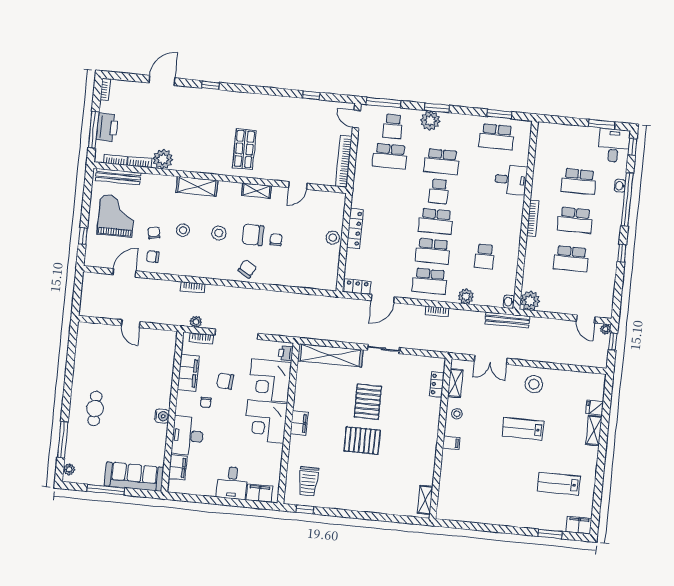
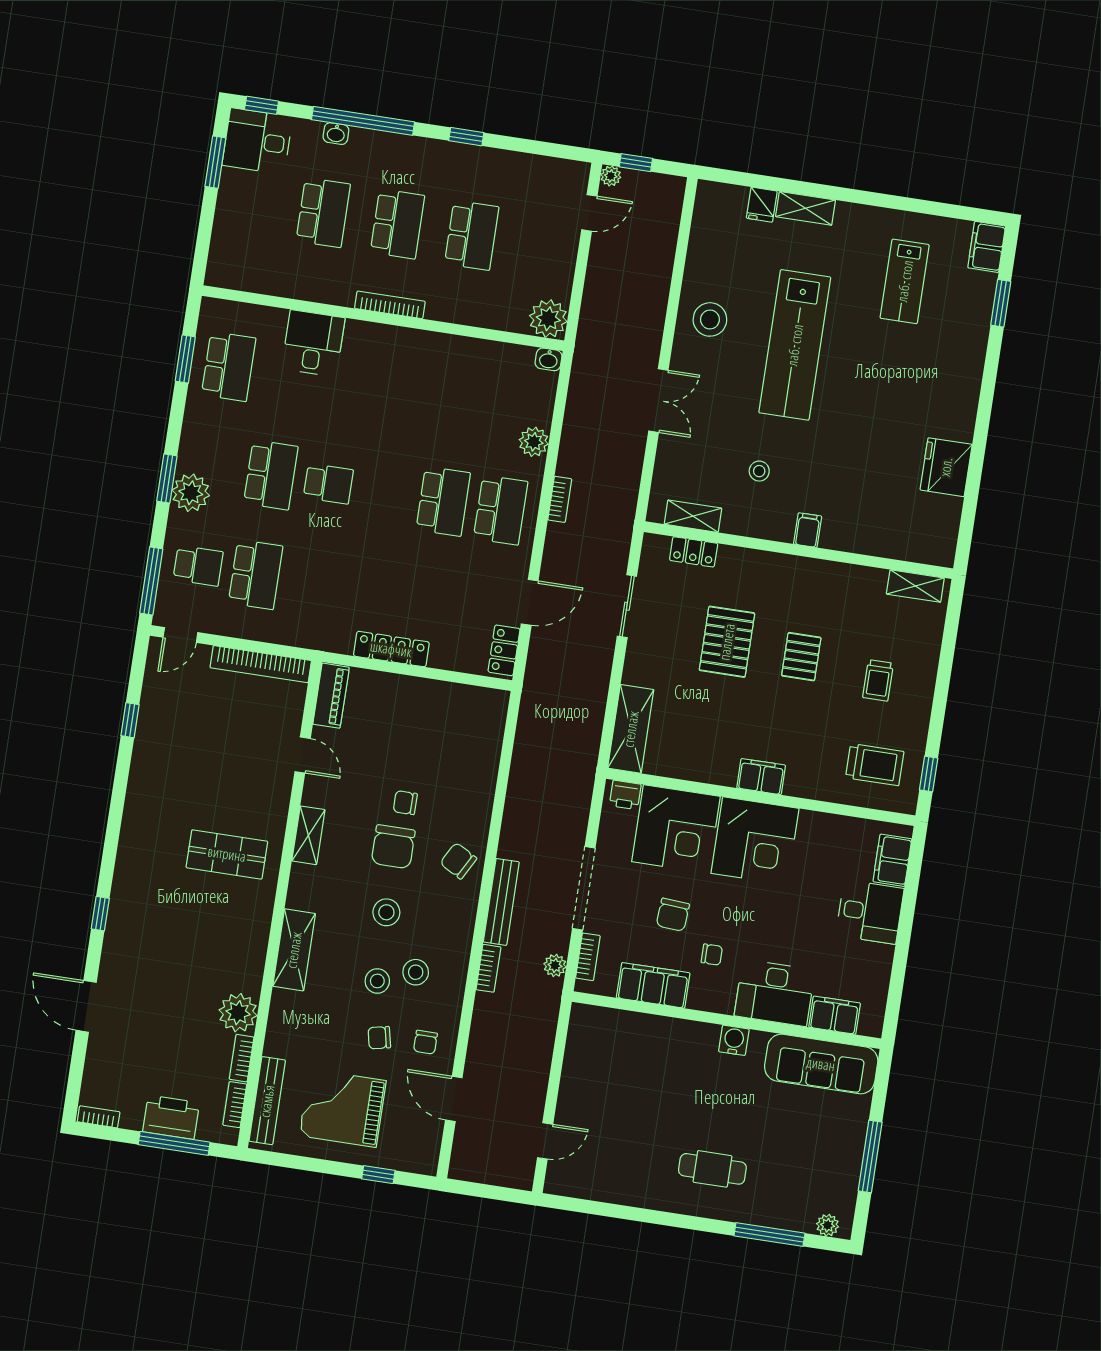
piano: (329, 199) -> (331, 696), added
school desk: (436, 221) -> (386, 492), removed
stool: (333, 238) -> (416, 972), moved
school desk: (485, 256) -> (458, 402), removed
door: (383, 299) -> (530, 602), hinge flipped
bench: (507, 320) -> (501, 902), moved
door: (131, 324) -> (545, 1141), moved
shelving: (330, 355) -> (631, 729), width x0.68
shelving: (455, 383) -> (693, 516), moved
locker: (437, 384) -> (694, 552), moved
pallet: (368, 402) -> (727, 642), turned 90
lab bench: (523, 429) -> (795, 345), width x1.86, depth x1.39
wall: (441, 439) -> (799, 550), moved
pallet: (362, 440) -> (801, 657), width x0.67, depth x0.71
filing cabinet: (451, 443) -> (808, 530), moved
sofa: (134, 477) -> (821, 1064), moved, turned -90
trolley: (352, 481) -> (878, 680), added
shelving: (425, 500) -> (915, 586), moved
fridge: (464, 510) -> (946, 467), added

